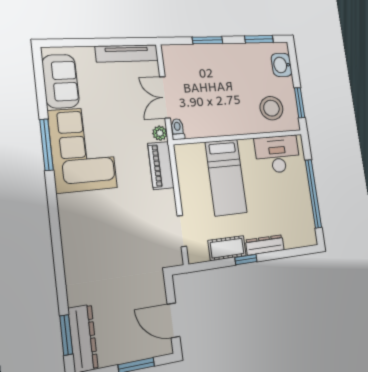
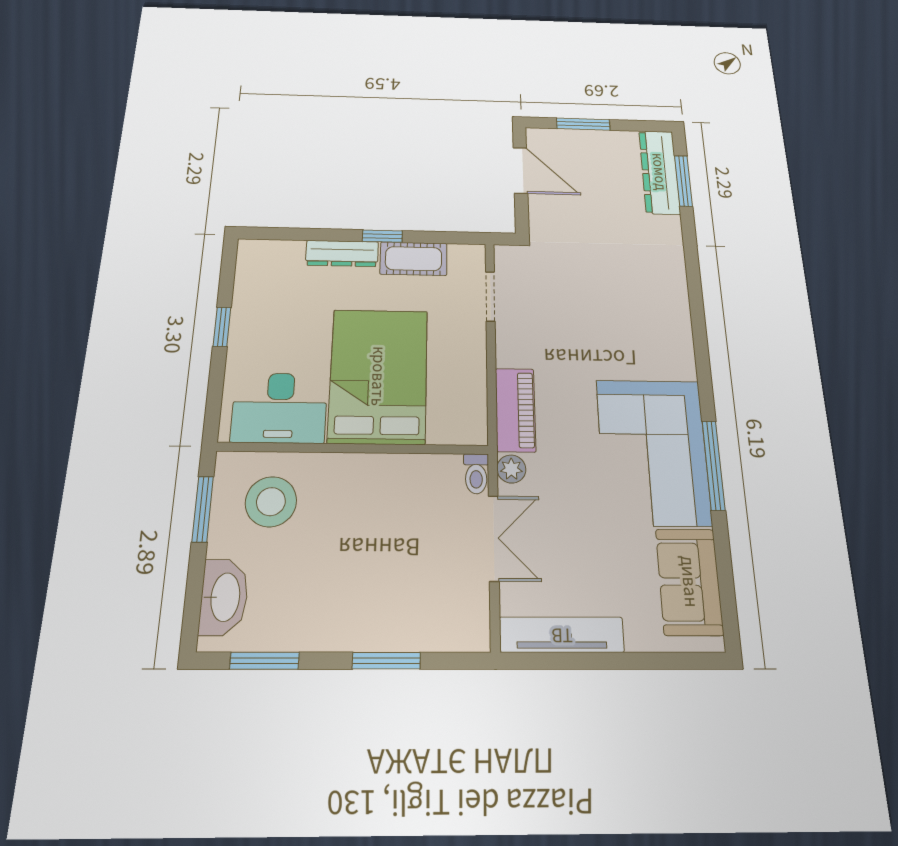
washbasin: (282, 65) -> (224, 597), width x1.38
bed: (226, 177) -> (378, 376), width x1.50
window: (313, 194) -> (222, 327), width x0.32

